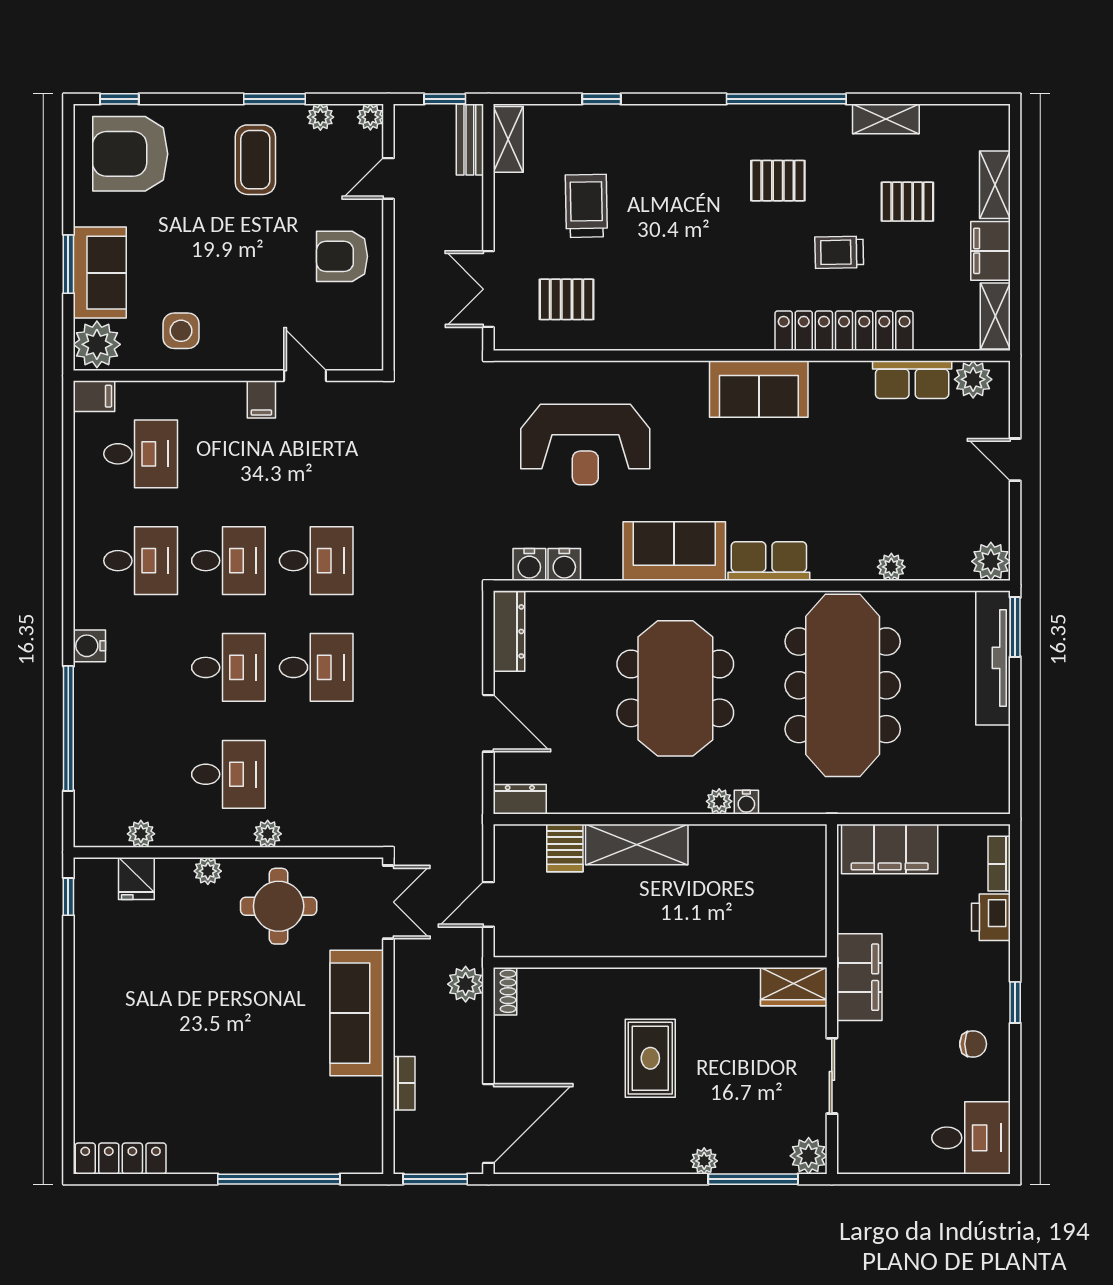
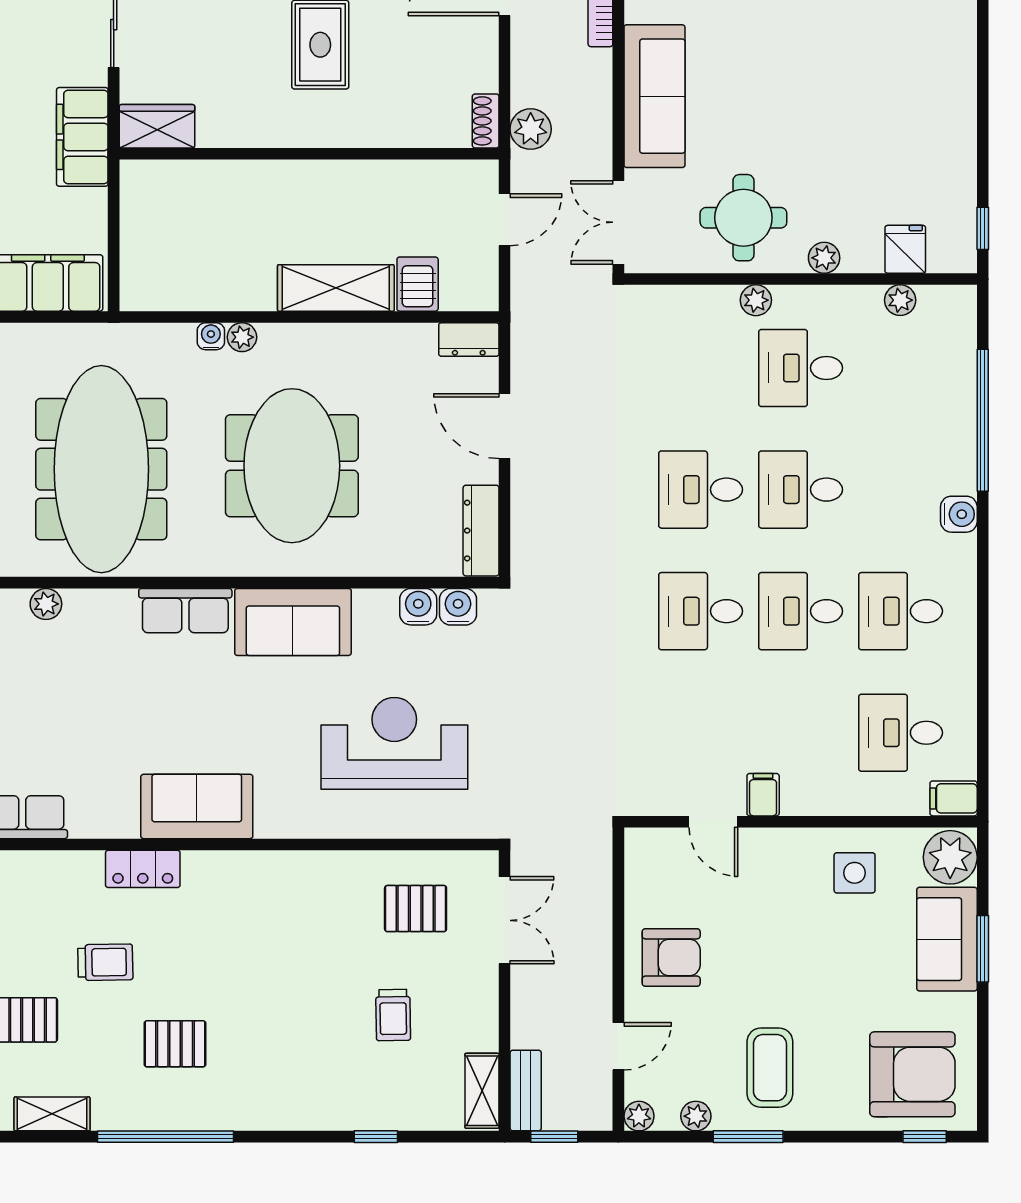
trolley: (586, 206) -> (393, 1015), width x0.73, depth x0.72
locker: (844, 331) -> (143, 869), width x0.46, depth x0.83

